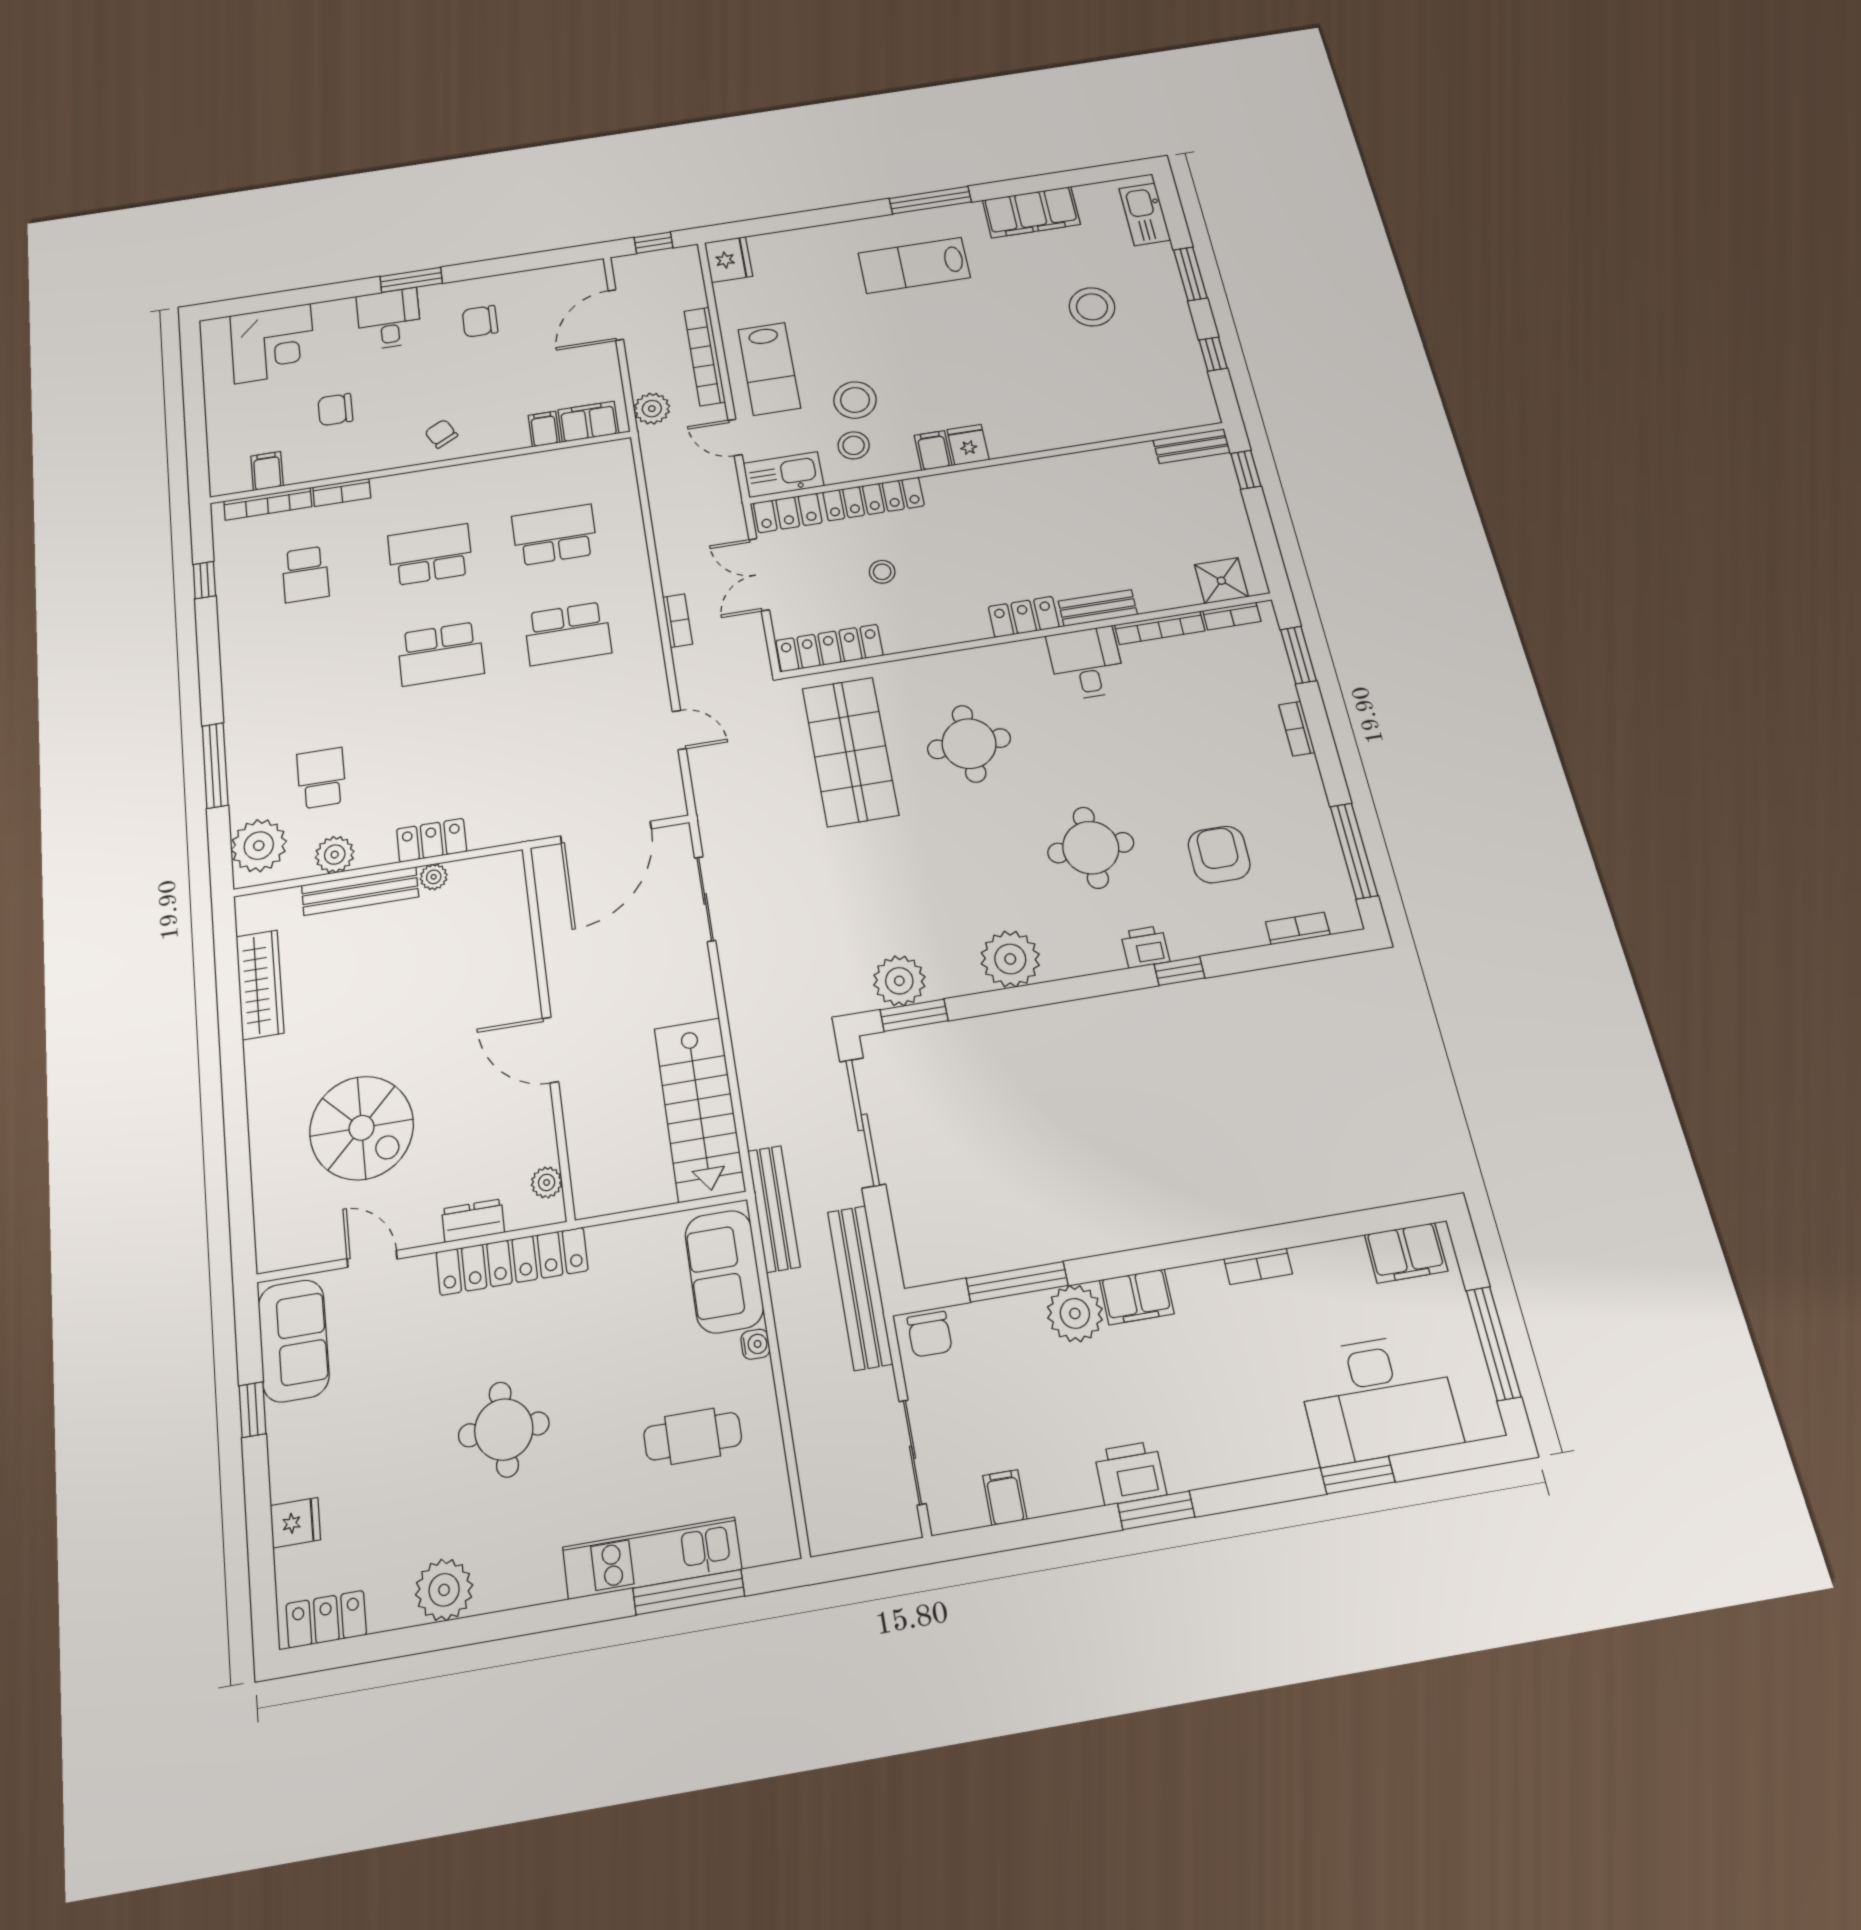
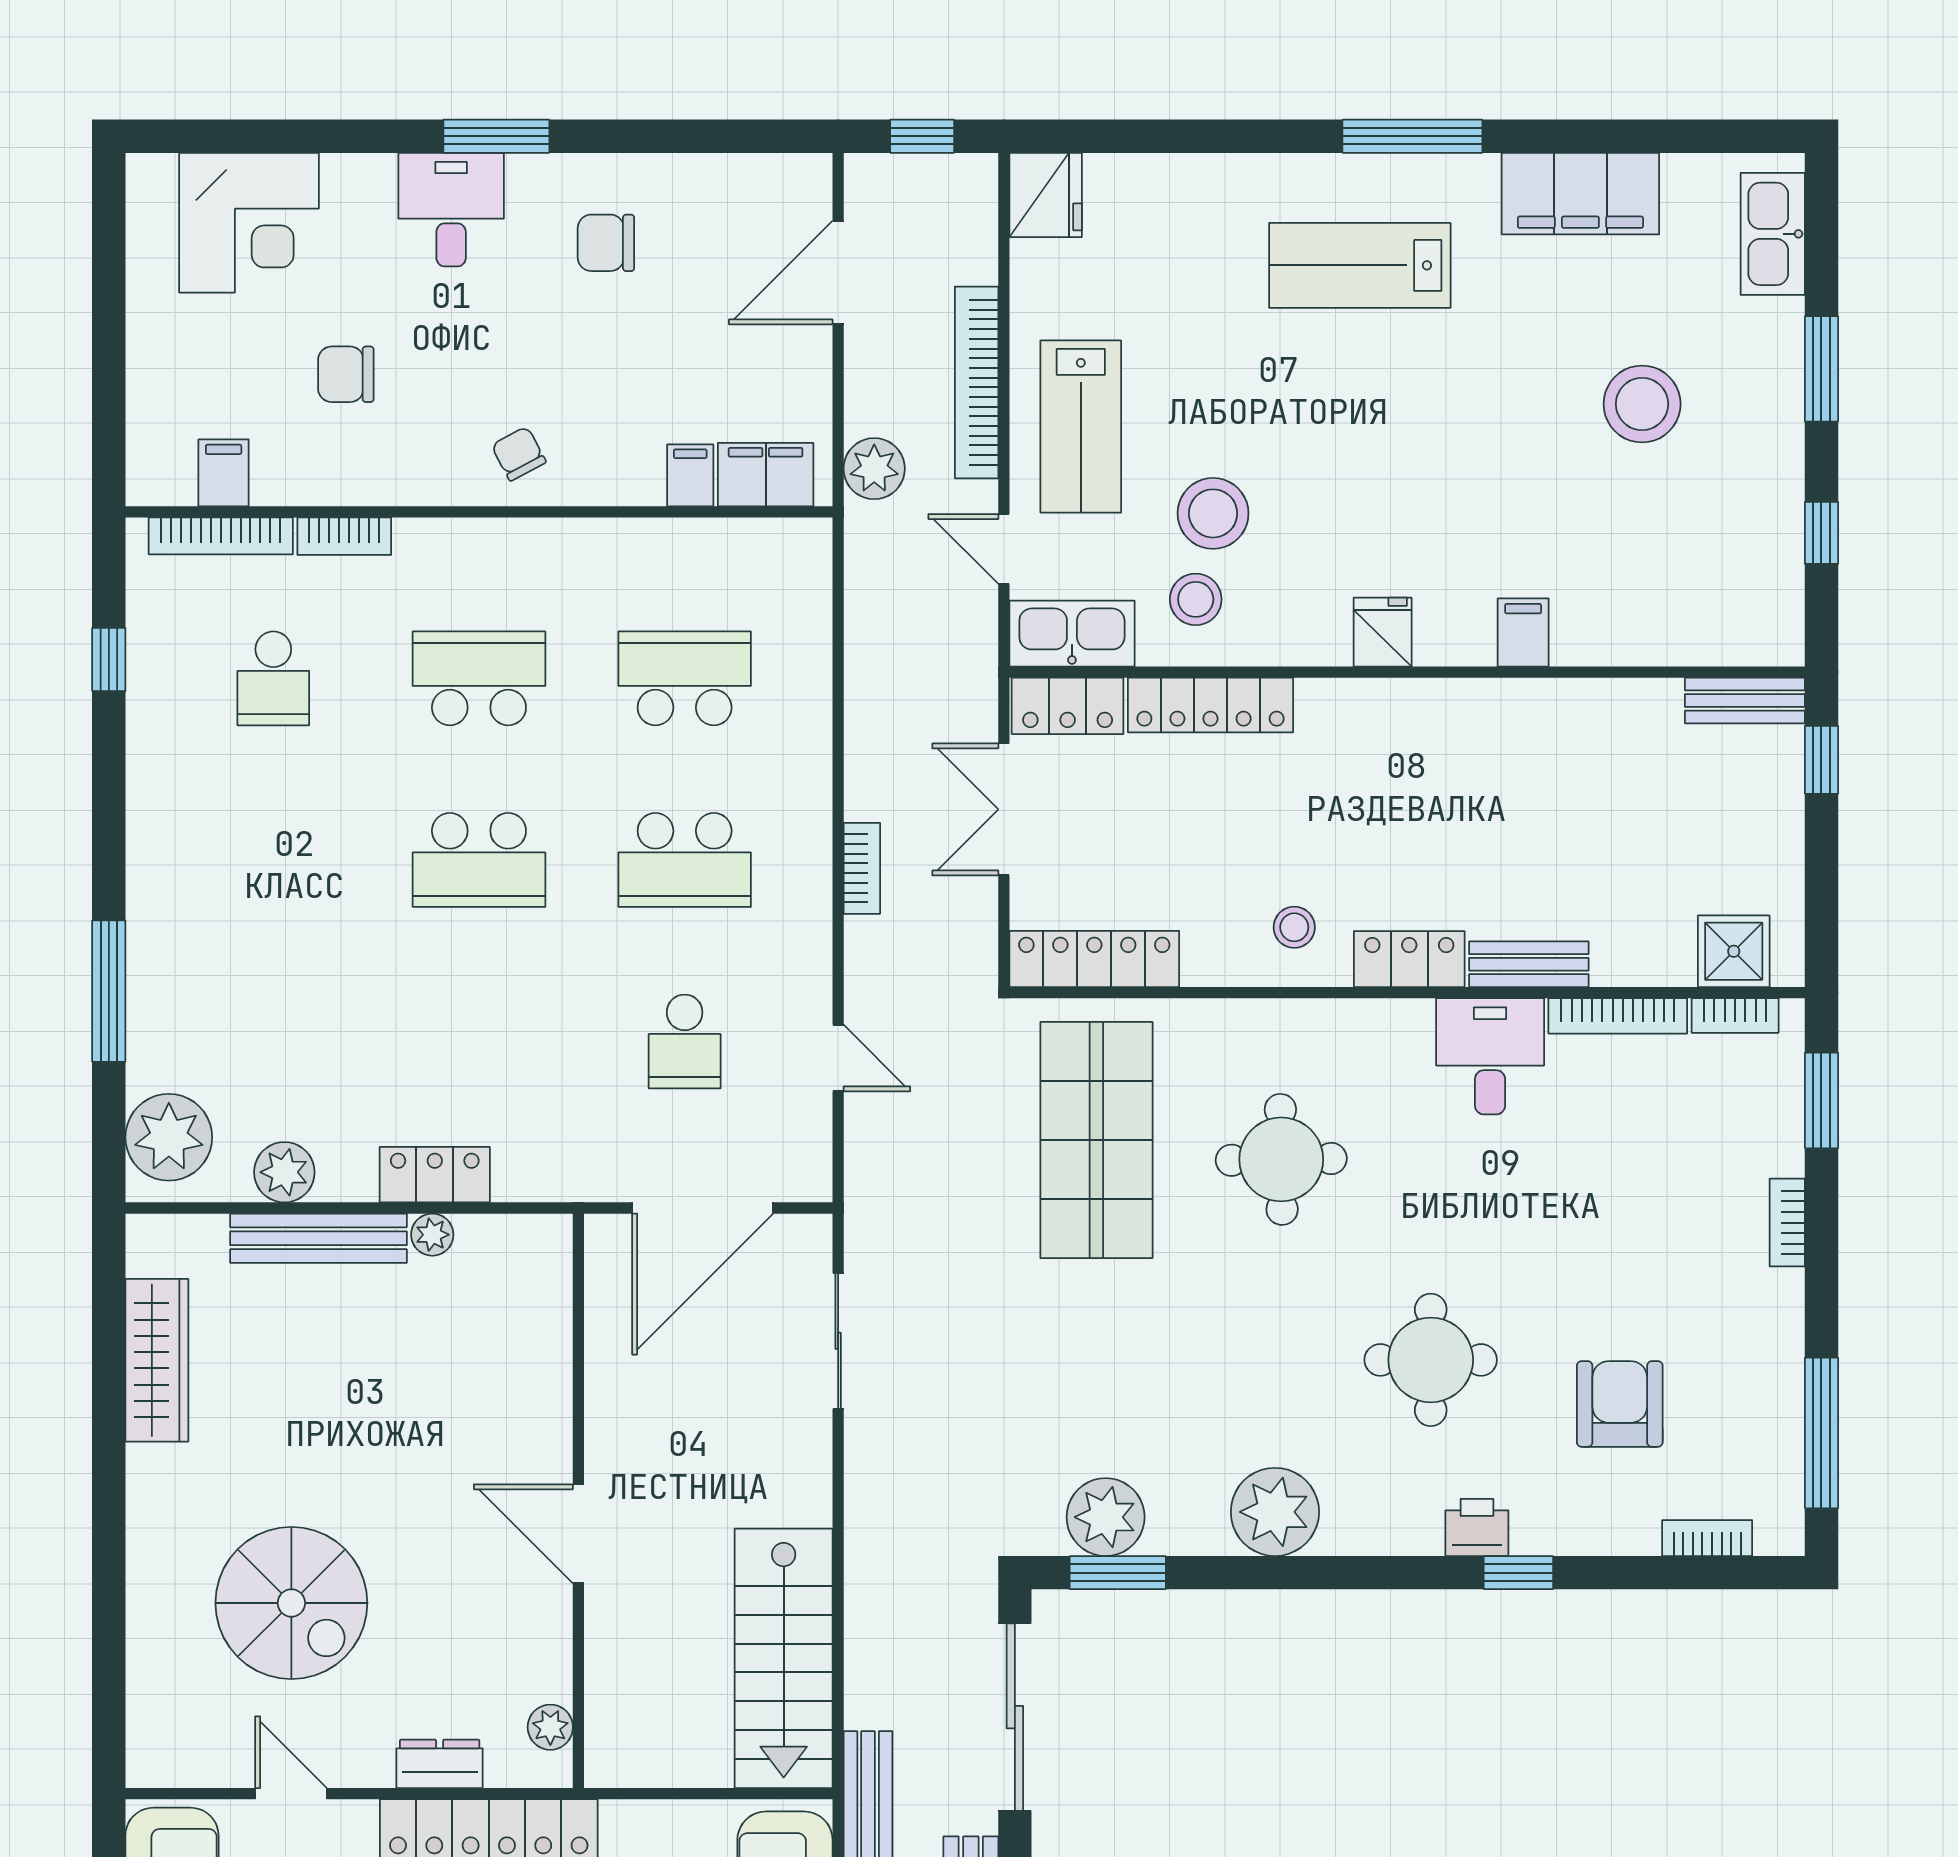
filing cabinet: (933, 450) -> (1523, 633), moved
stool: (882, 572) -> (1294, 927), moved
school desk: (321, 778) -> (685, 1042), moved, turned 180

